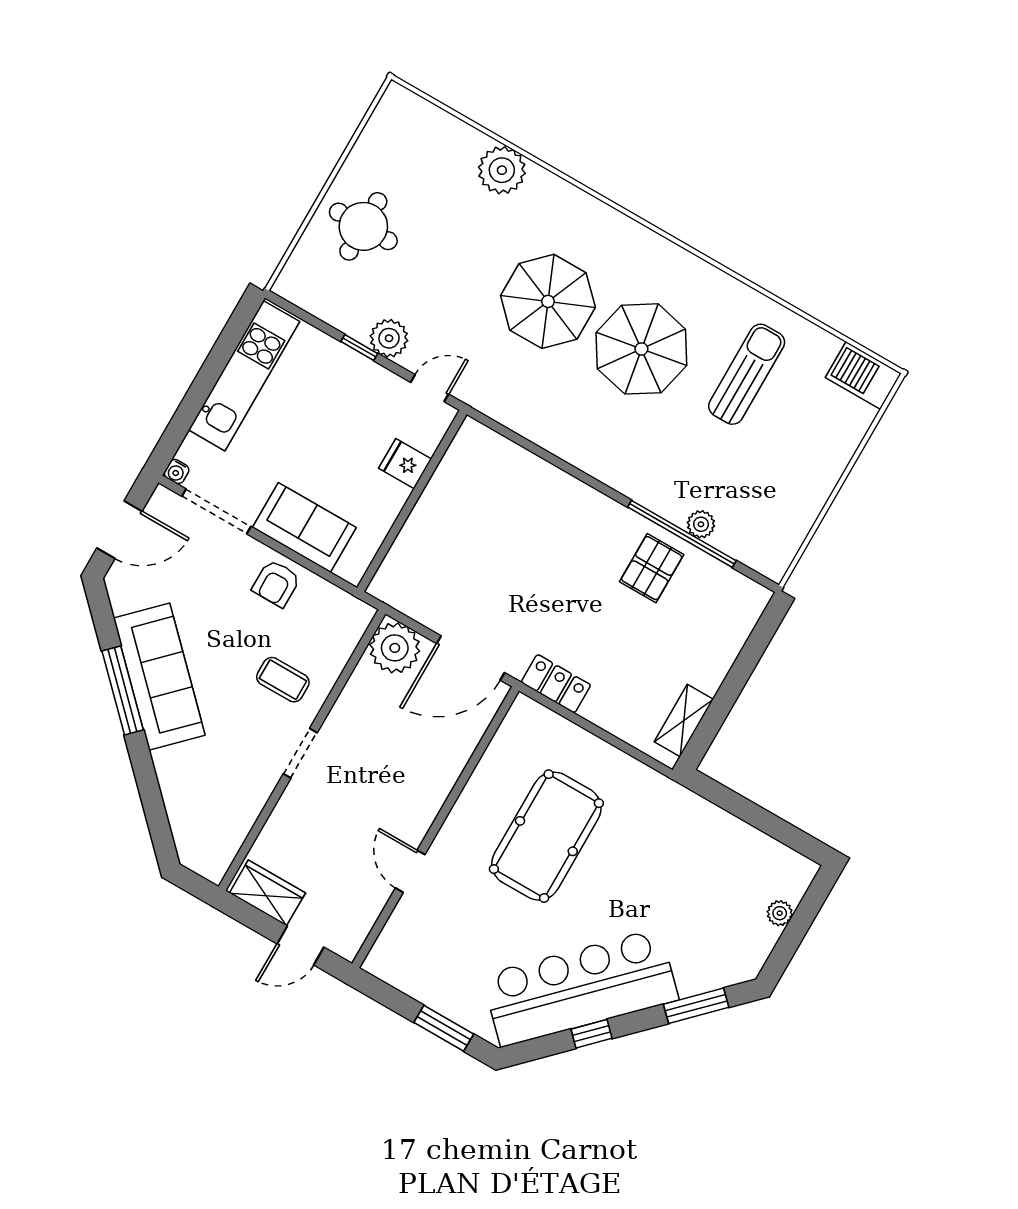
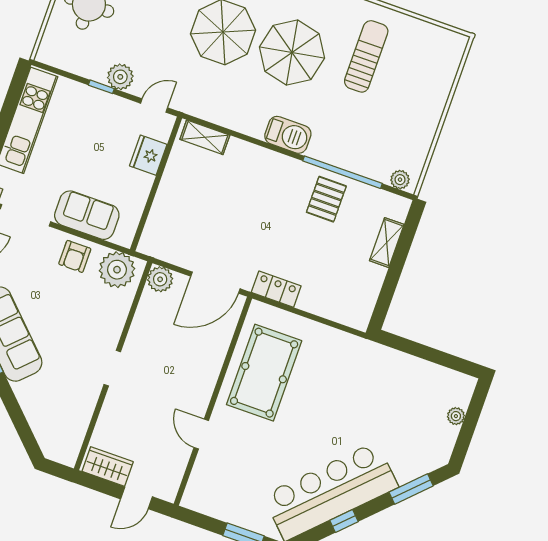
barbecue: (863, 375) -> (288, 135), moved, turned 180
shelving: (494, 447) -> (205, 137), added
fridge: (405, 464) -> (148, 155), width x1.38
plant: (701, 524) -> (400, 180), moved
plant: (333, 613) -> (117, 270), added
plant: (395, 648) -> (160, 279), width x0.73, depth x0.73
coffee table: (283, 680) -> (91, 321), removed
shelving: (684, 721) -> (387, 243), moved
pool table: (546, 836) -> (264, 373), moved

